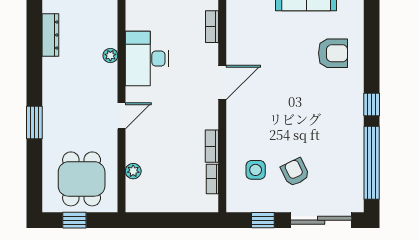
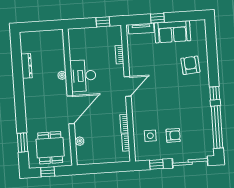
armchair: (333, 53) -> (190, 65), turned -95
door: (122, 116) -> (71, 110), width x1.87
window: (34, 123) -> (22, 143), moved
armchair: (295, 172) -> (173, 135), turned 116

